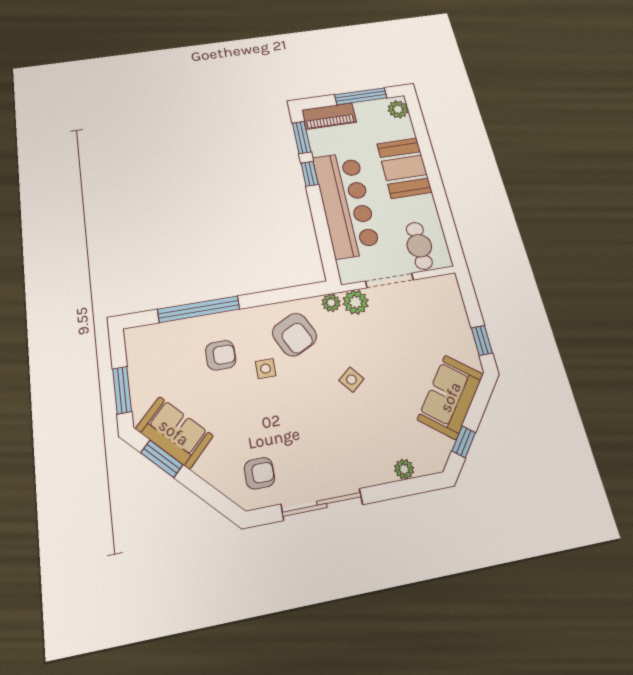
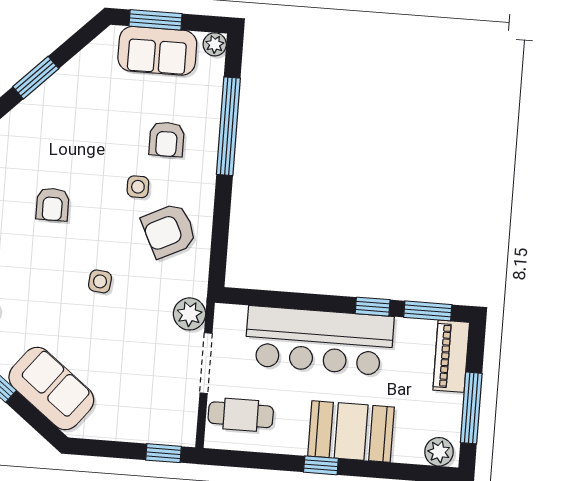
window: (436, 182) -> (321, 465), added
plant: (331, 303) -> (215, 44), moved
window: (482, 340) -> (163, 453), moved
side table: (351, 380) -> (100, 281), turned 45
sofa: (174, 432) -> (157, 51), moved, turned 45
window: (162, 459) -> (36, 78), moved
armchair: (259, 473) -> (53, 204), moved

